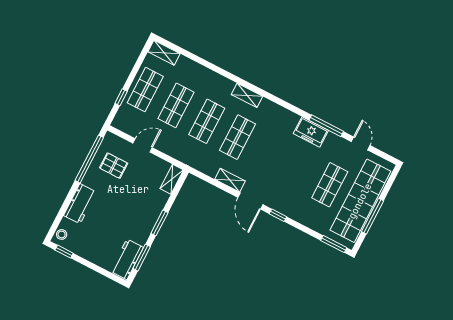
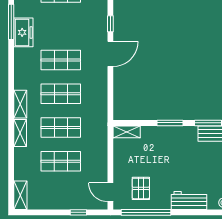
shop shelf: (145, 90) -> (61, 60), moved
door: (143, 145) -> (110, 192), moved
shelving: (230, 180) -> (20, 133), moved

